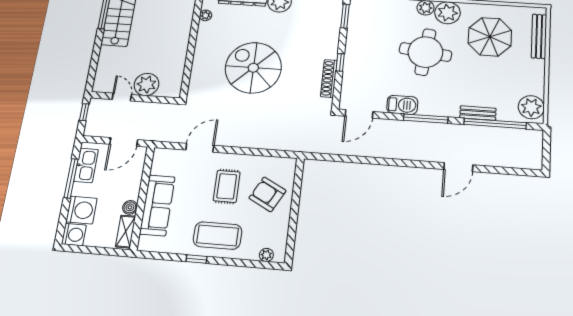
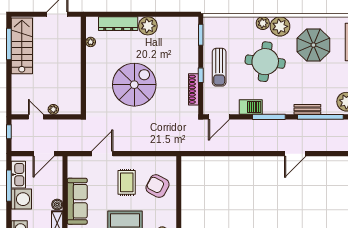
sun lounger: (365, 55) -> (219, 67), added
spiral stairs: (253, 68) -> (134, 85), turned 90
plant: (147, 84) -> (53, 109), width x0.53, depth x0.53
washing machine: (81, 210) -> (21, 199), moved

